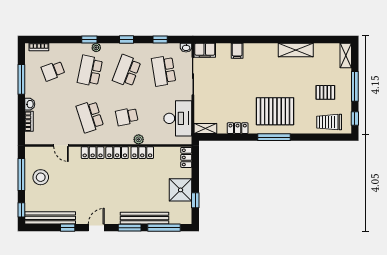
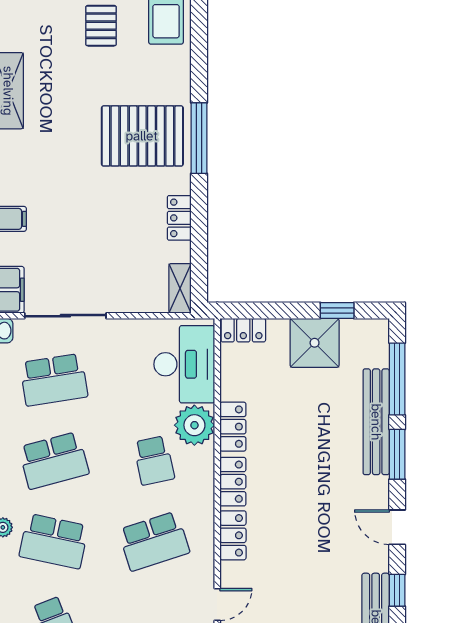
school desk: (127, 71) -> (54, 460), turned -36
pallet: (275, 111) -> (142, 136), turned 90
desk: (178, 118) -> (184, 364), moved, turned 90
plant: (139, 139) -> (194, 425), width x1.88, depth x1.88

